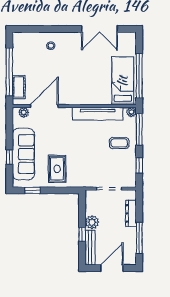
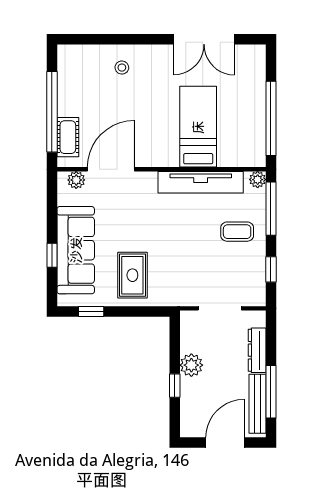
bed: (123, 81) -> (198, 127), moved
bench: (90, 248) -> (258, 404), moved

